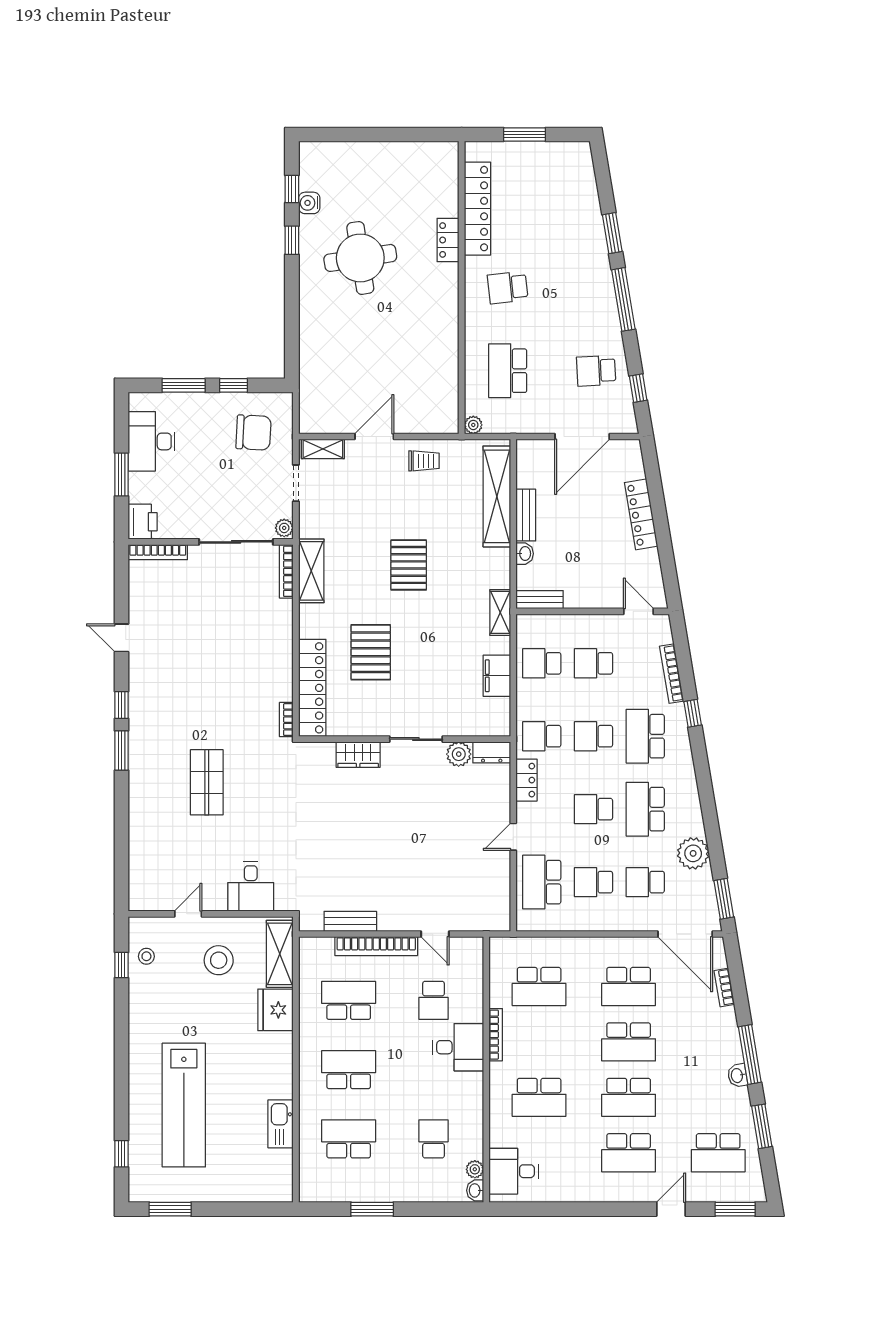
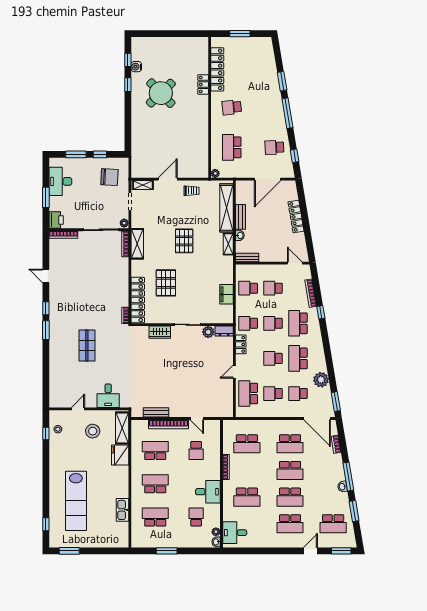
round table: (360, 258) -> (161, 93), turned -35
shelving: (500, 612) -> (228, 244), moved
desk: (458, 1047) -> (208, 492), moved

